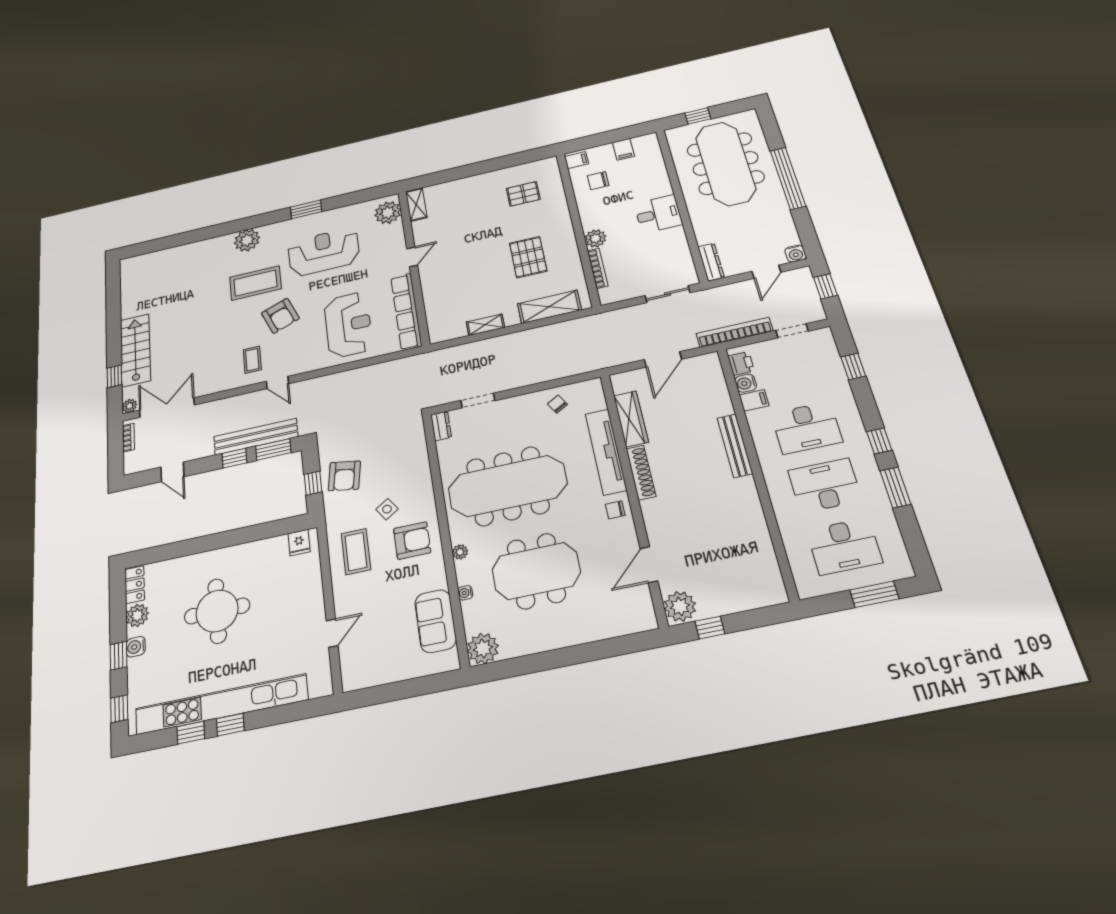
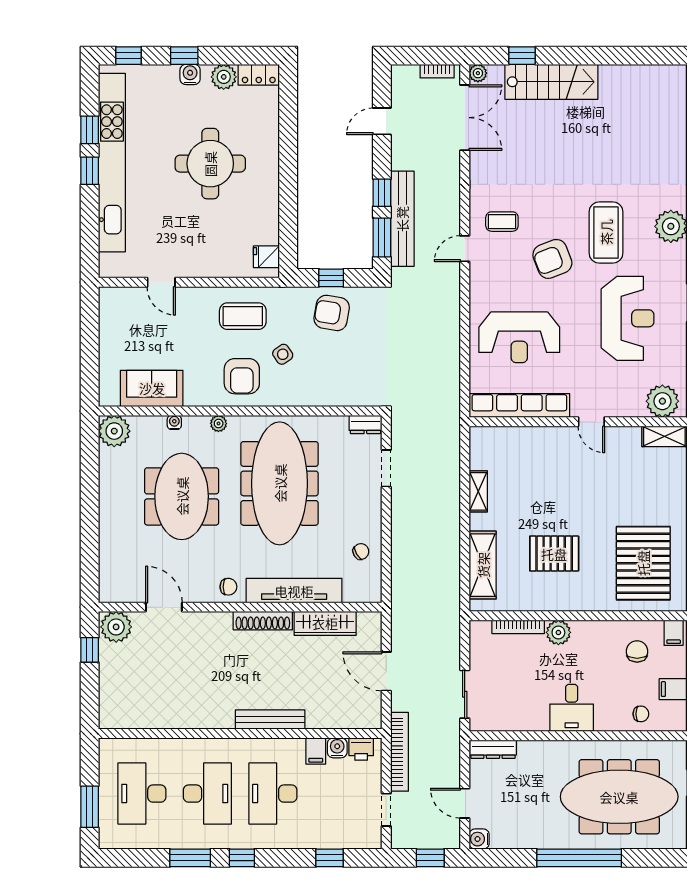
chair: (650, 166) -> (641, 714), added
pallet: (523, 194) -> (643, 563), width x2.05, depth x2.00
chair: (615, 510) -> (228, 587), turned 90

